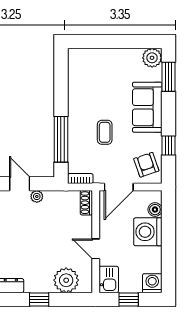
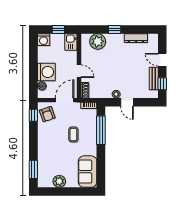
plant: (152, 58) -> (59, 181), moved
sofa: (147, 107) -> (88, 172), moved, turned 180
window: (168, 145) -> (33, 115), moved
door: (96, 249) -> (79, 71), moved

